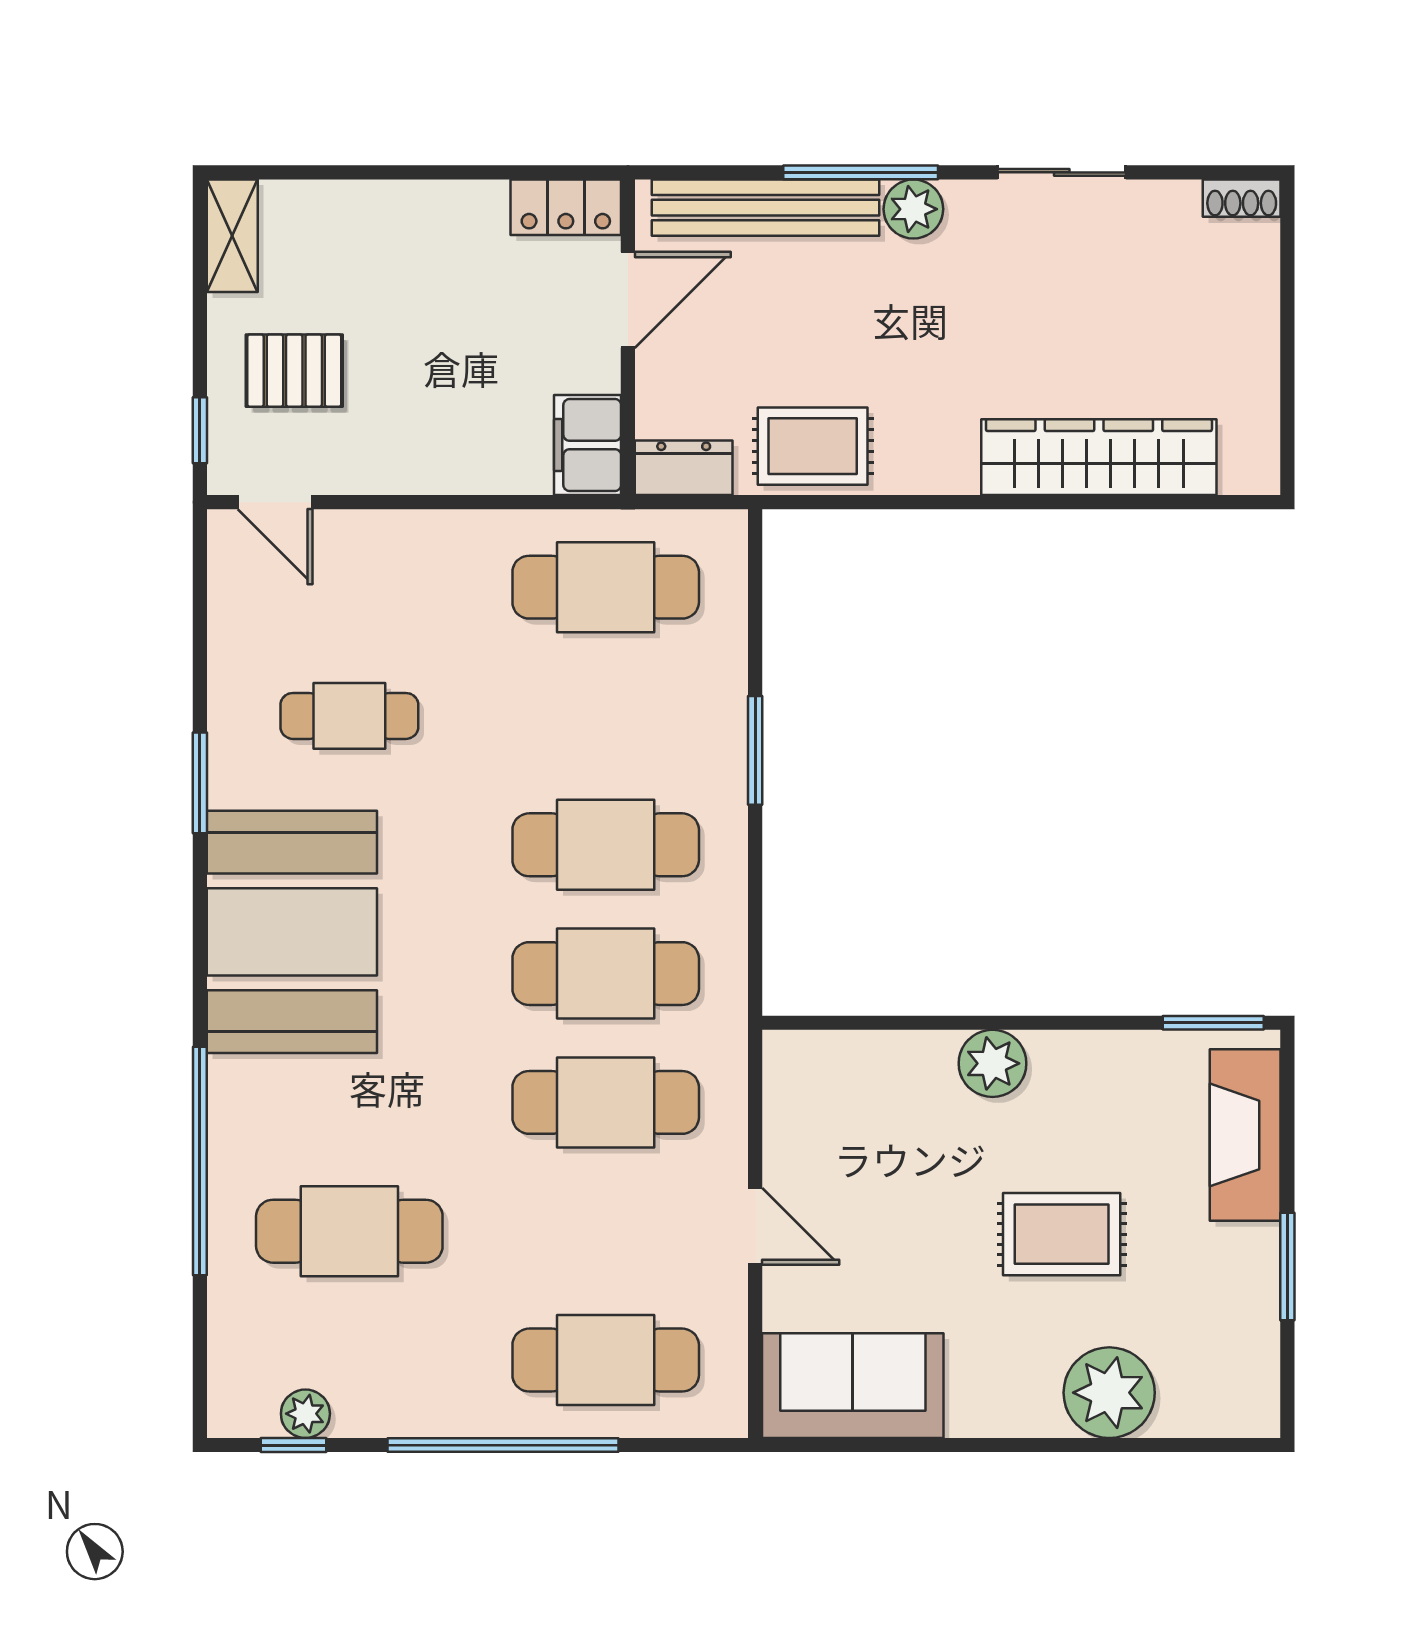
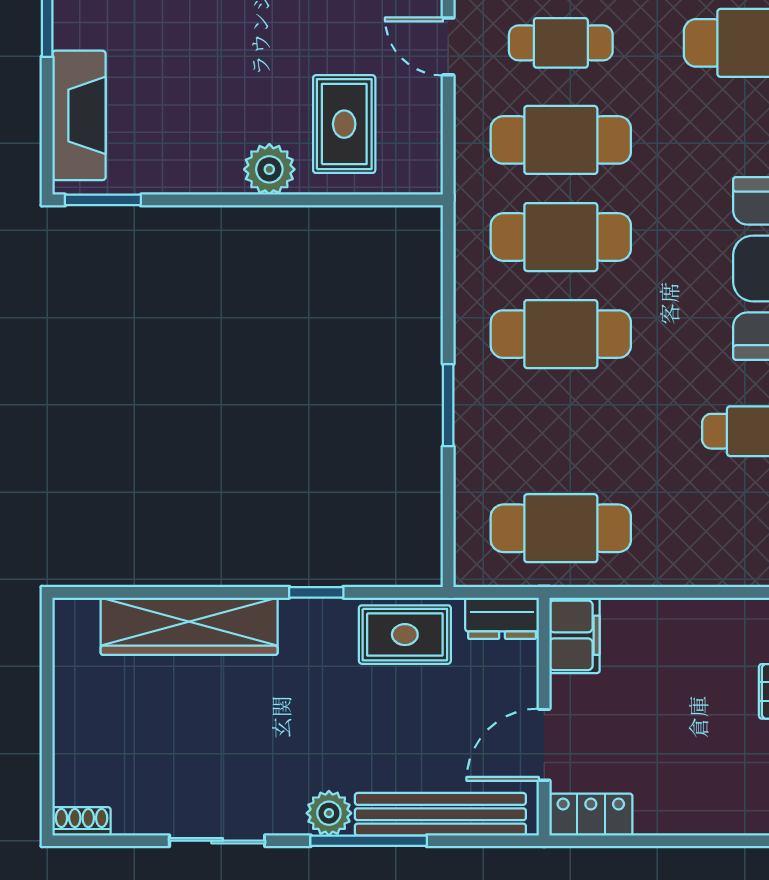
window: (930, 502) -> (316, 592), added
cafe table: (606, 1231) -> (561, 43), added
rug: (1062, 1234) -> (344, 124), moved, turned 90

